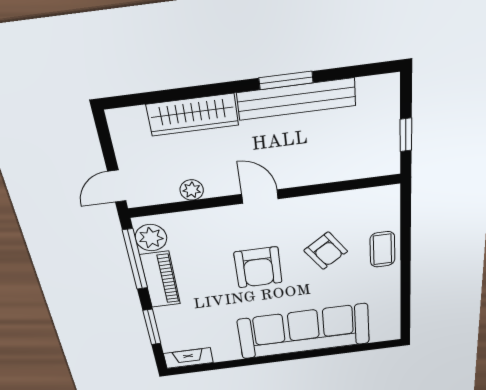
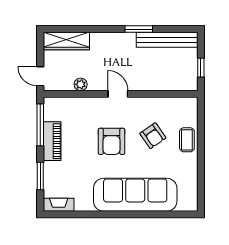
bench: (296, 99) -> (167, 40), moved
wardrobe: (193, 115) -> (66, 41), moved
door: (117, 186) -> (40, 76), hinge flipped
plant: (151, 238) -> (52, 112), removed

